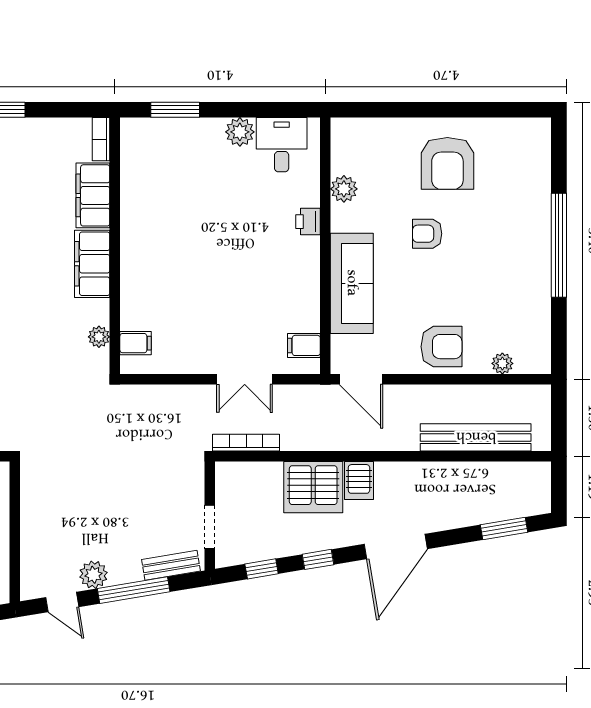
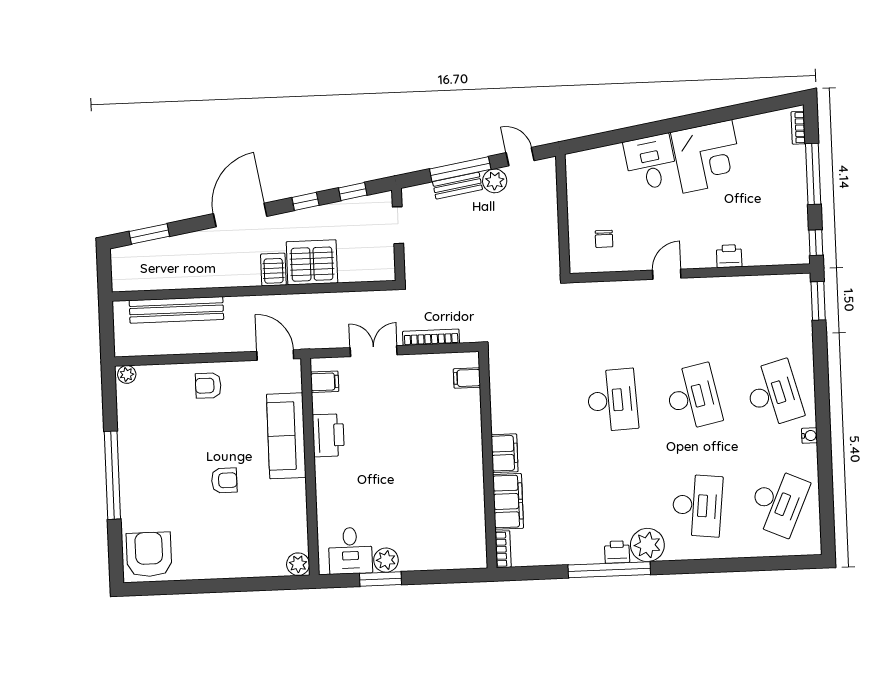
window: (175, 110) -> (381, 579), moved
armchair: (447, 163) -> (149, 554), moved
plant: (344, 189) -> (298, 564), moved
printer: (308, 222) -> (328, 435), moved, width x1.87, depth x1.48
filing cabinet: (92, 264) -> (505, 453), width x0.67, depth x0.86
plant: (99, 337) -> (498, 382), removed
armchair: (442, 347) -> (208, 386), width x0.72, depth x0.72
plant: (502, 363) -> (127, 374), moved
bookcase: (246, 443) -> (431, 337), moved, turned 180
bench: (171, 565) -> (458, 186), moved

